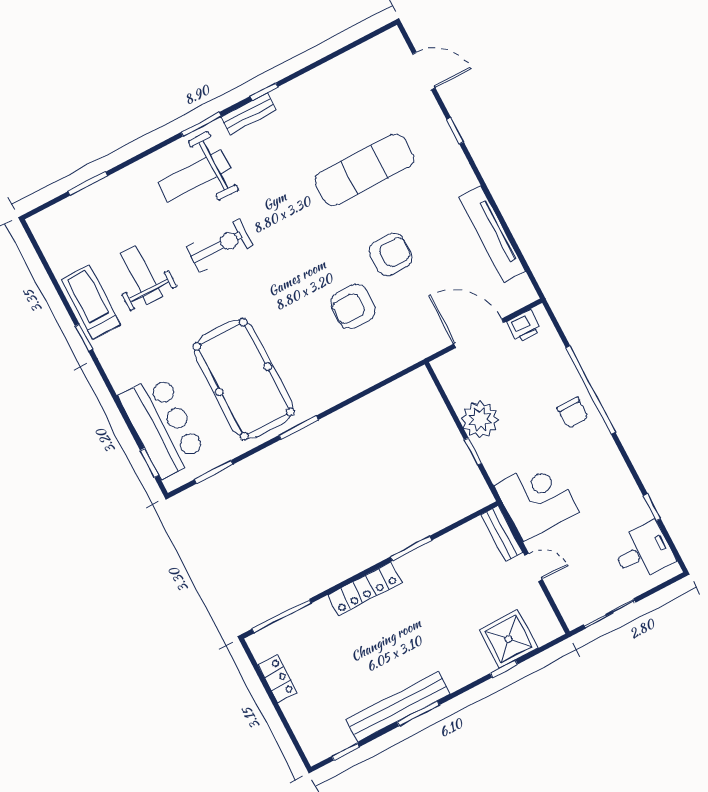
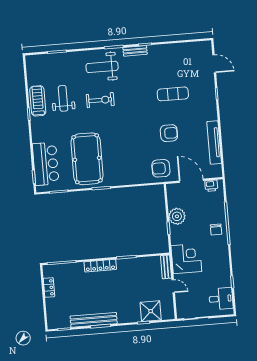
exercise mat: (364, 170) -> (173, 94), width x0.73, depth x0.69
armchair: (353, 306) -> (161, 168), moved

